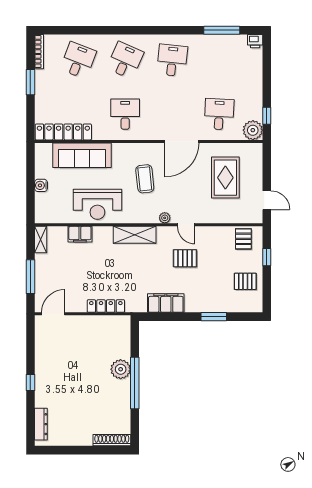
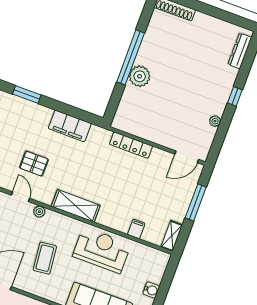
filing cabinet: (80, 234) -> (136, 229), width x0.50
plant: (40, 354) -> (215, 121), added

